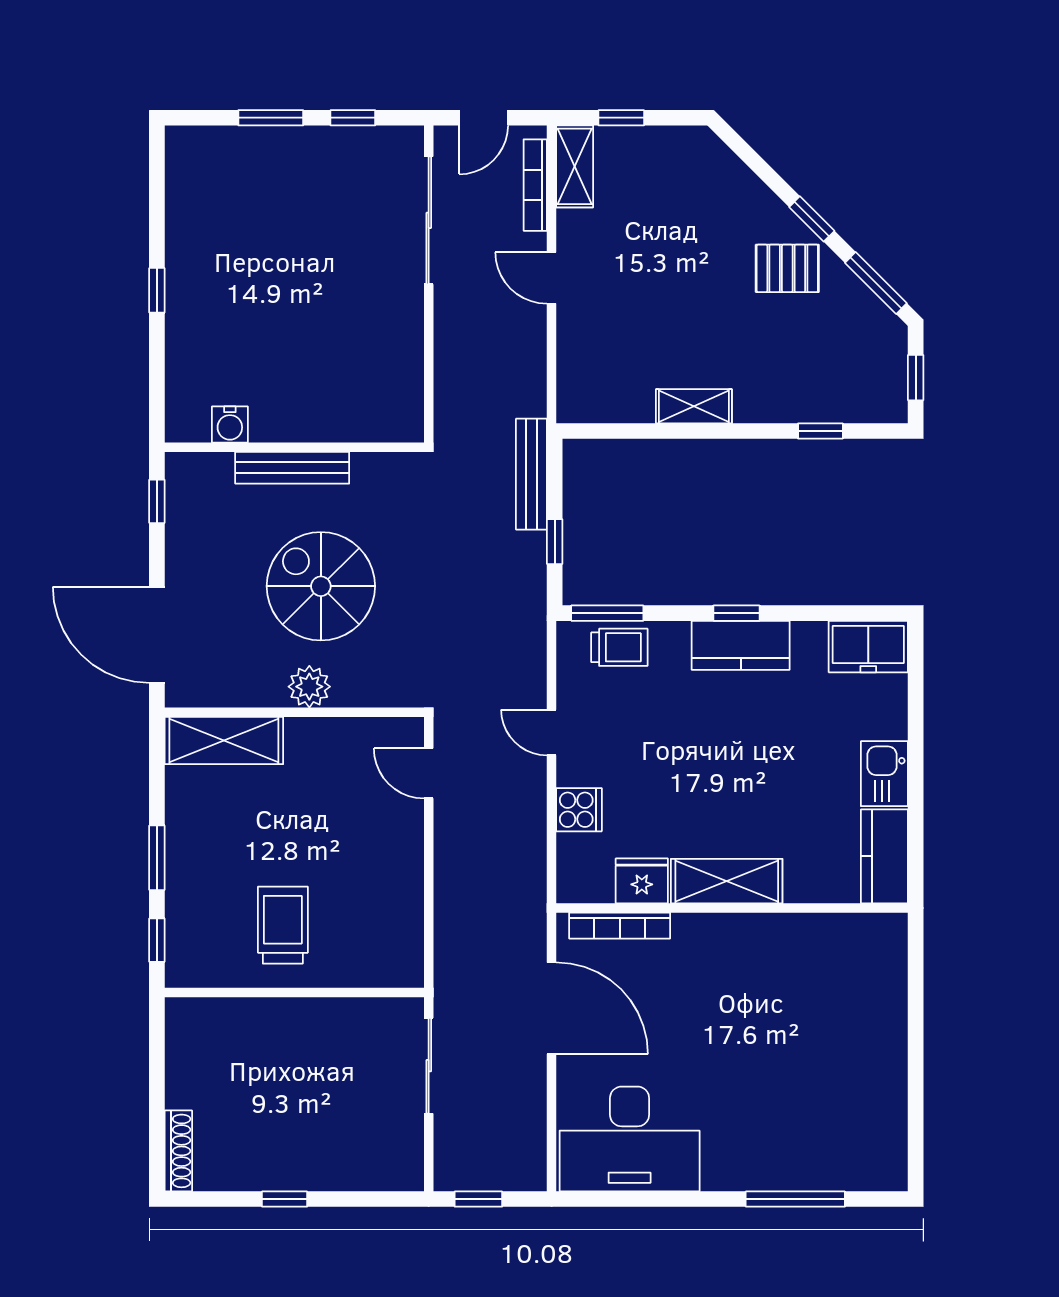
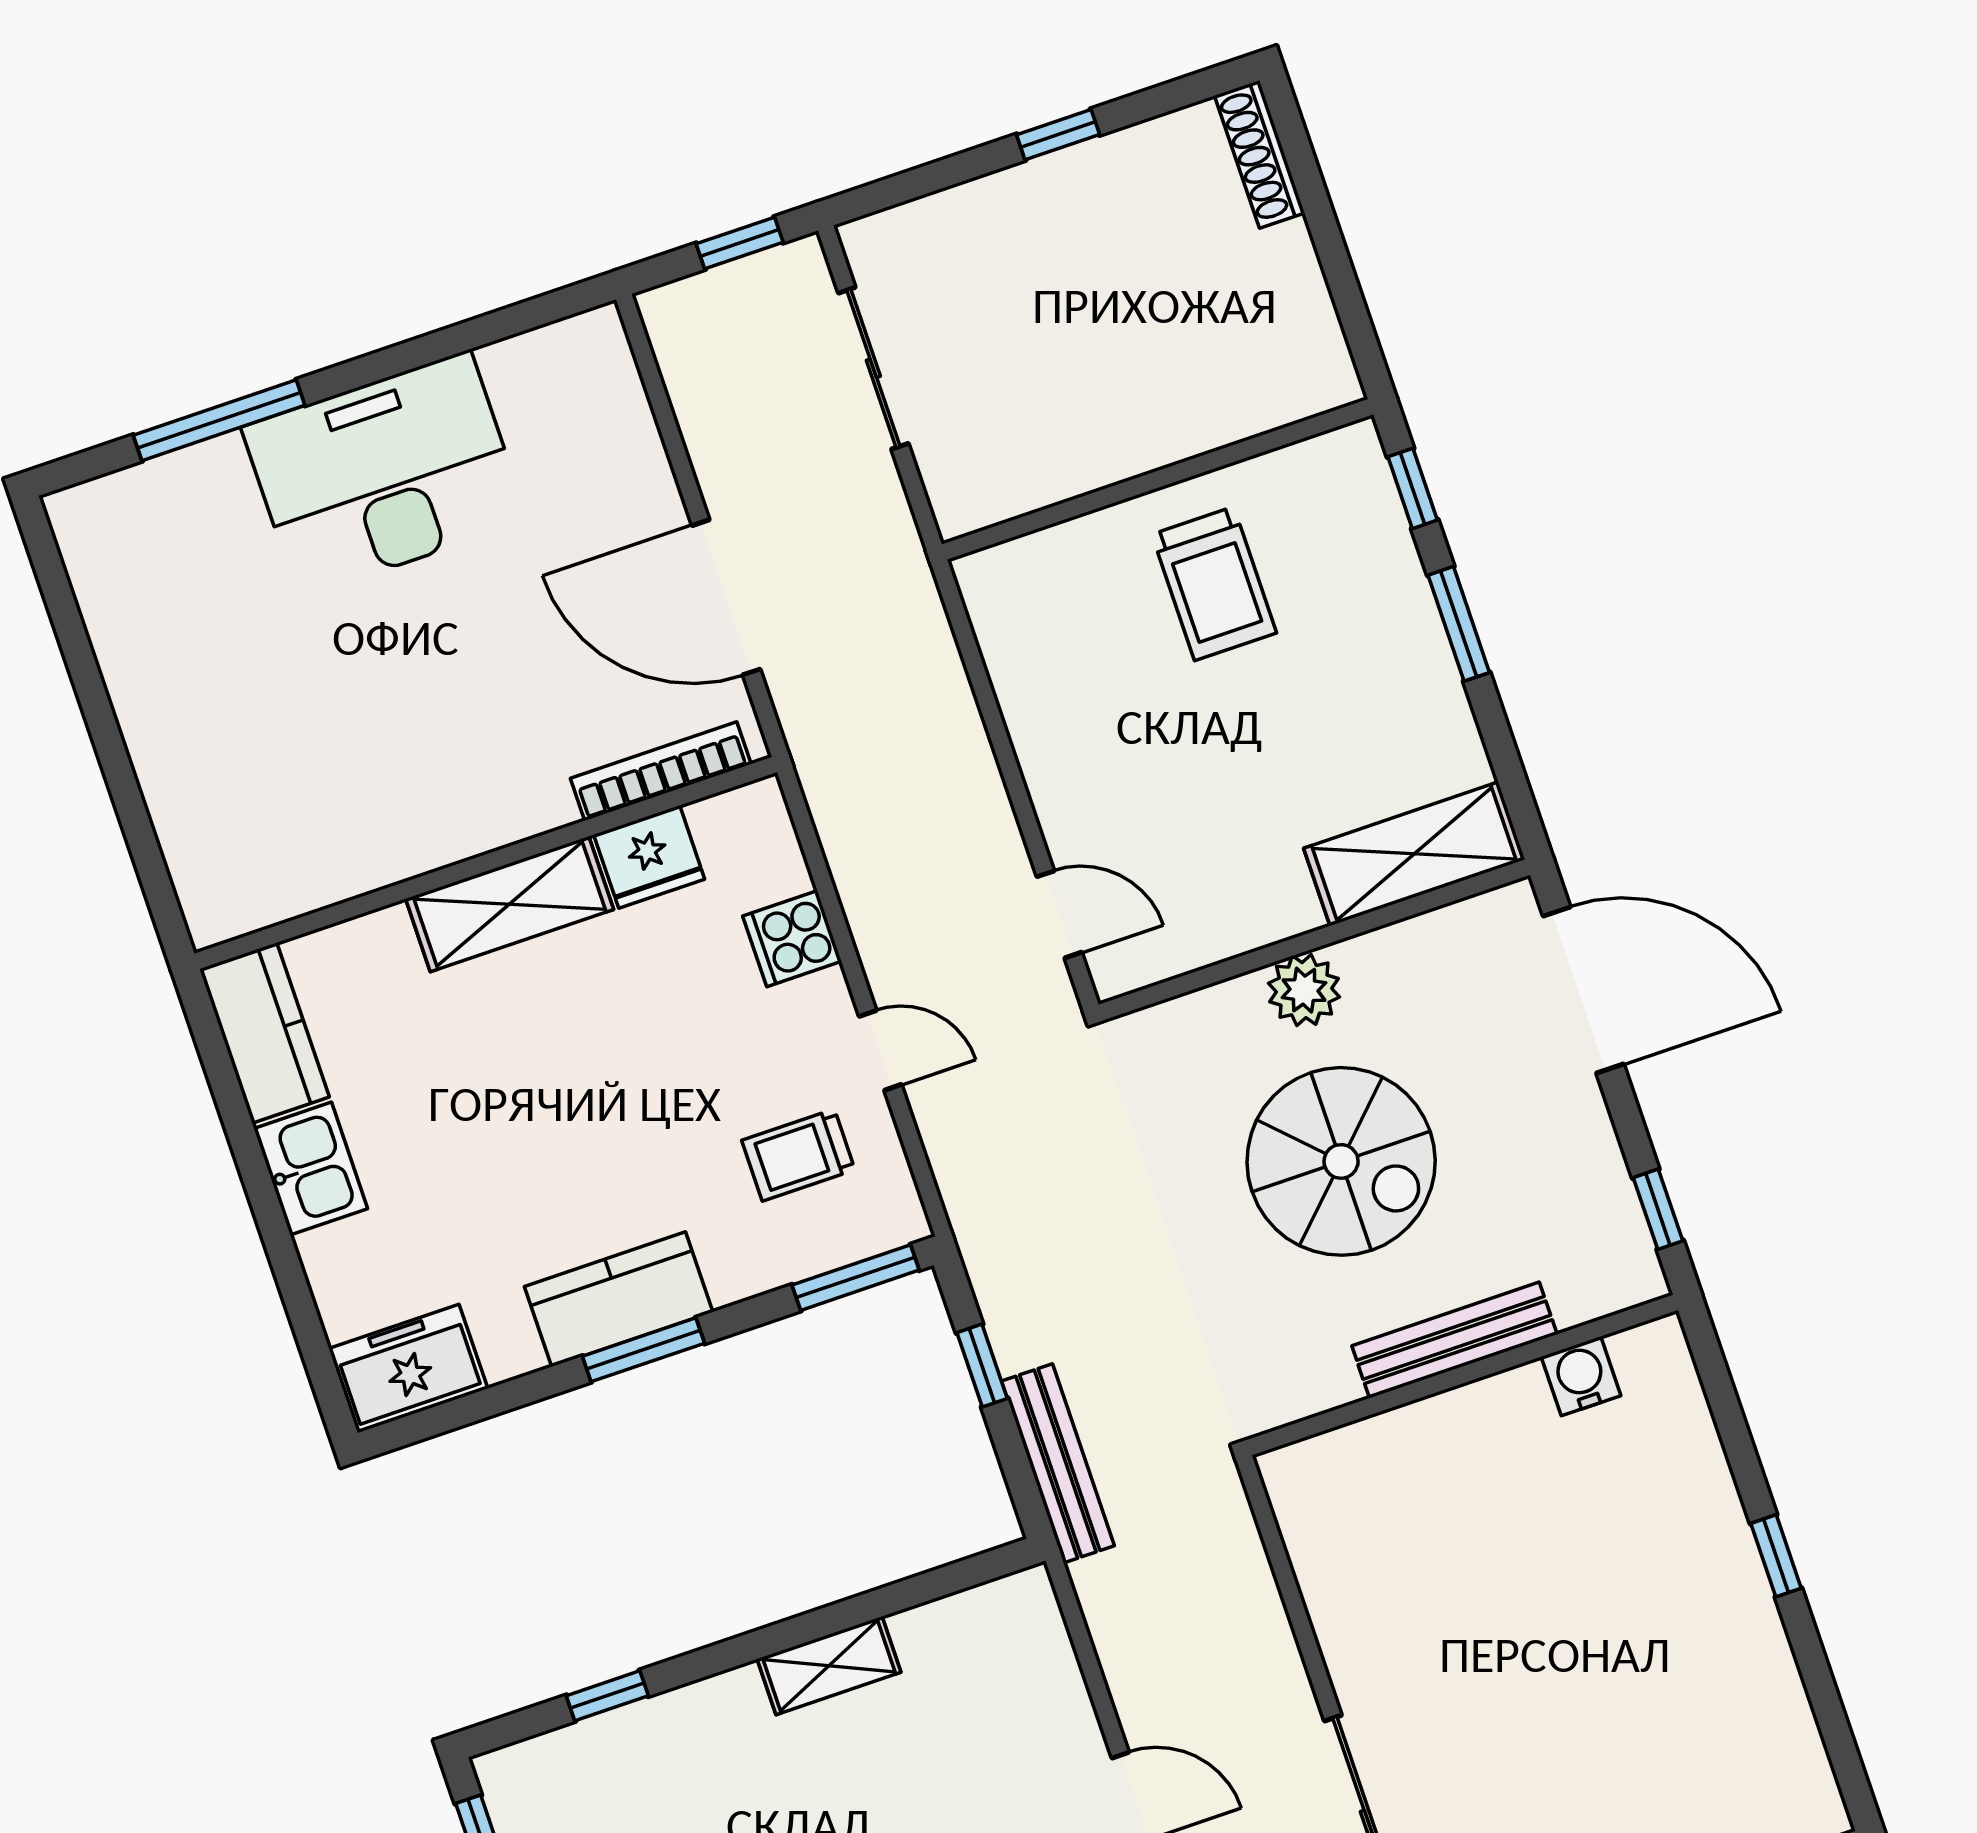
window: (736, 613) -> (643, 1350), width x1.50
trolley: (619, 647) -> (798, 1155), moved
sliding door: (429, 1066) -> (873, 368), moved
desk: (630, 1139) -> (385, 474), moved

